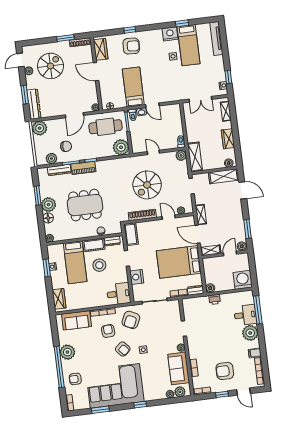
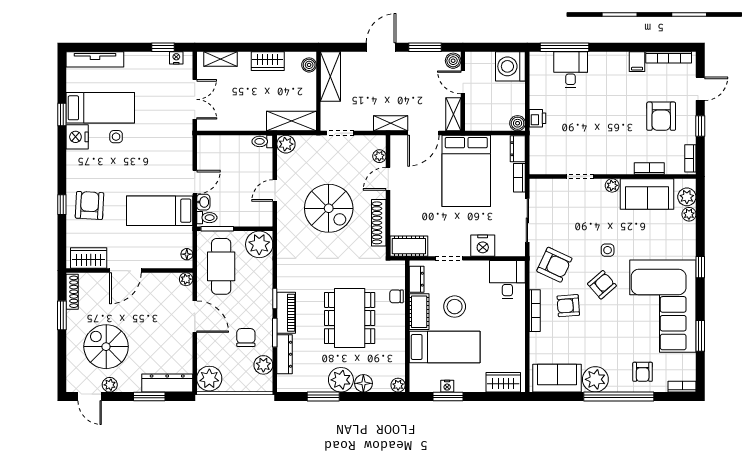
door: (243, 190) -> (381, 47), moved
sofa: (77, 320) -> (557, 378), moved, turned -90
plant: (250, 333) -> (602, 65), removed

